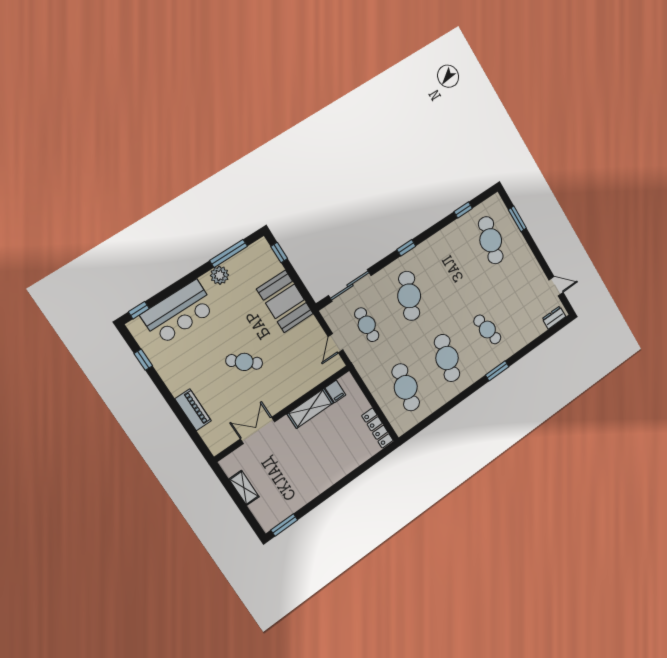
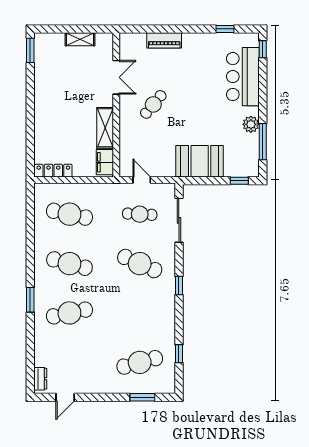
cafe table: (491, 240) -> (140, 362), turned -30
cafe table: (487, 329) -> (69, 313), width x1.37, depth x1.35
cafe table: (244, 362) -> (153, 104), moved
filing cabinet: (335, 391) -> (105, 162), width x2.00

